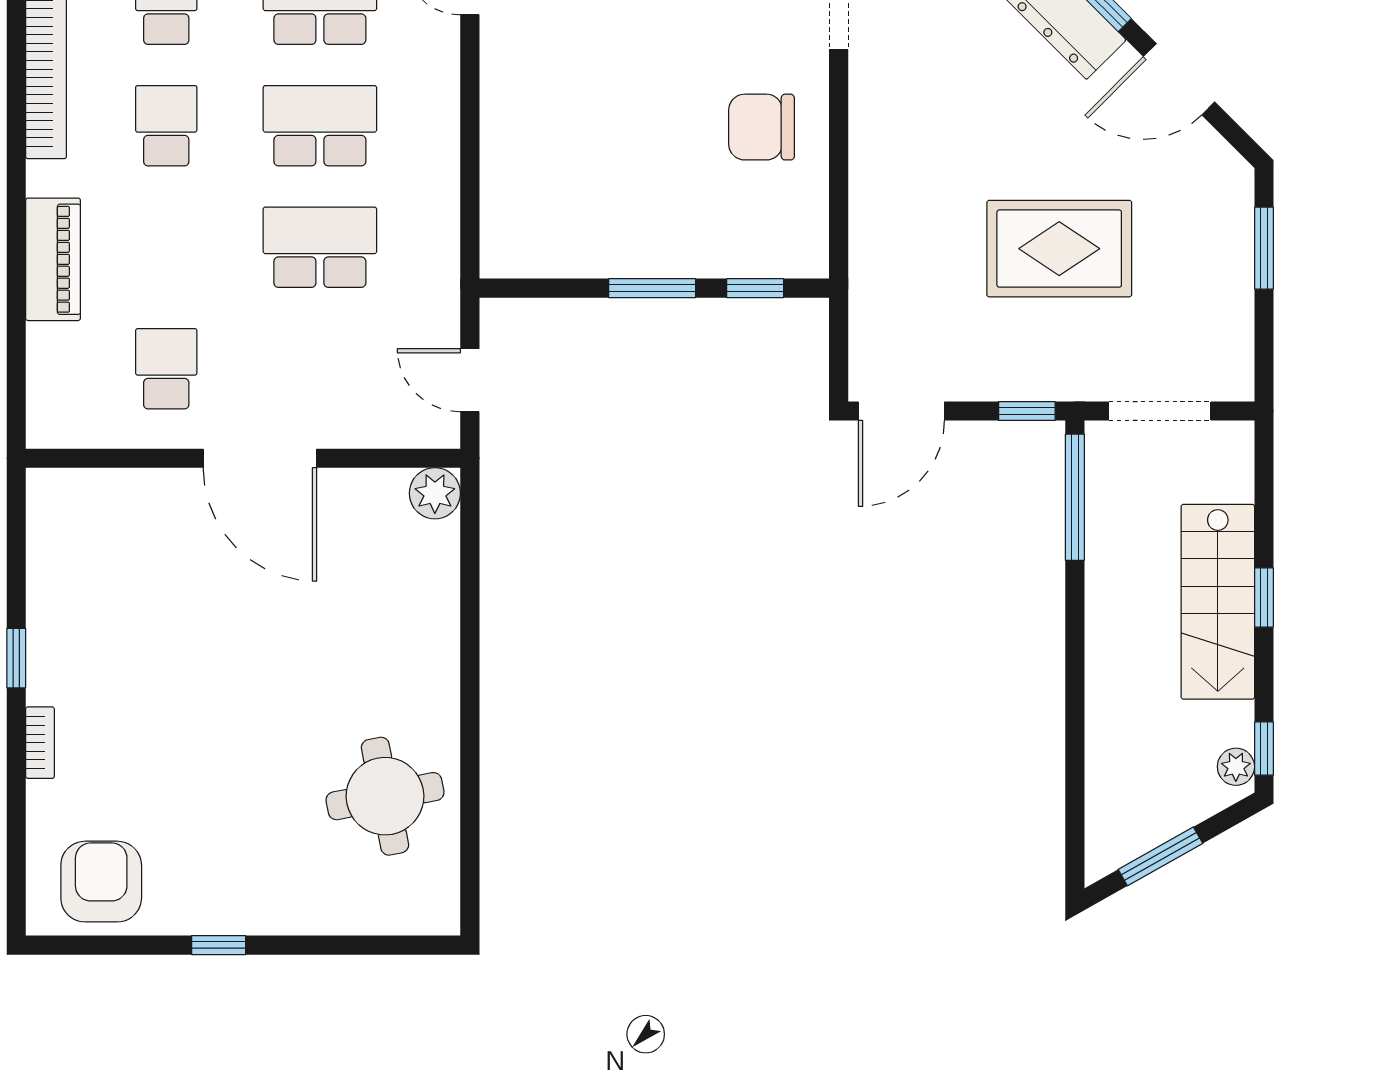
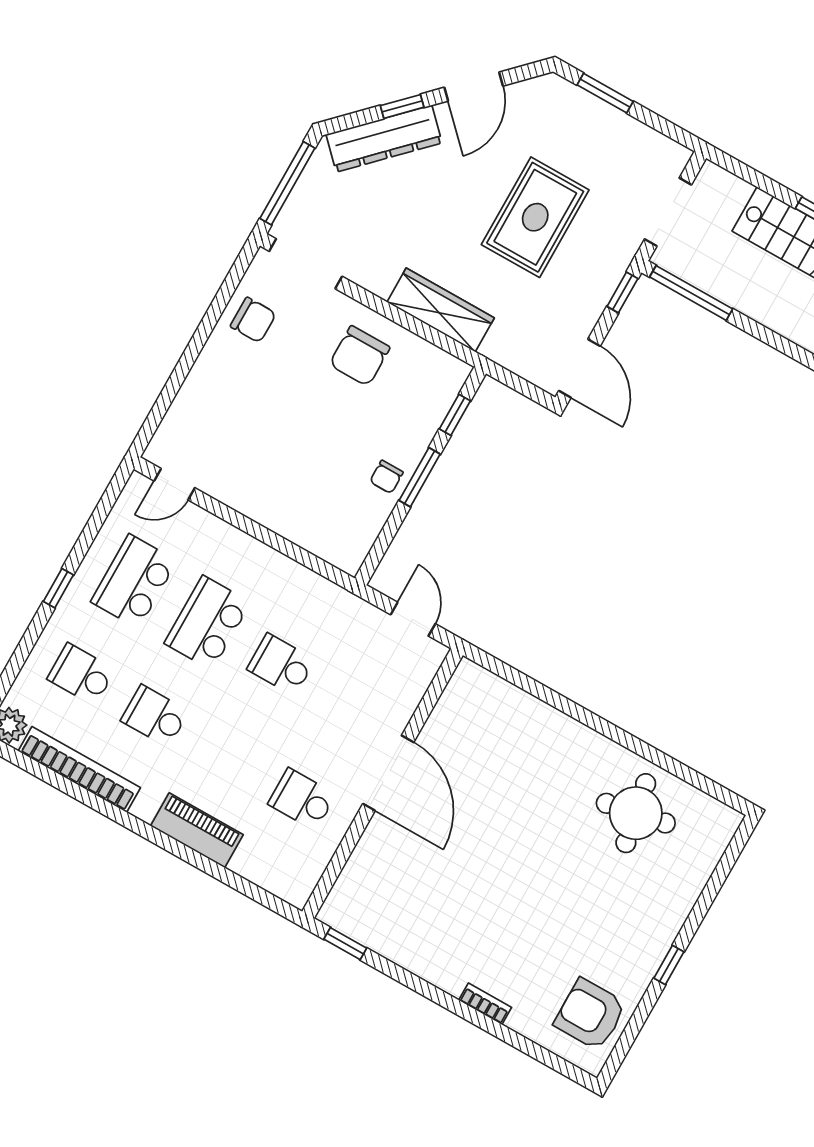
wardrobe: (876, 196) -> (441, 310), added
chair: (629, 246) -> (386, 477), added
school desk: (320, 247) -> (281, 664), width x0.54
door: (470, 380) -> (413, 619), swing flipped
door: (260, 458) -> (388, 773), hinge flipped
plant: (435, 493) -> (469, 679), removed
window: (16, 658) -> (345, 944), moved

